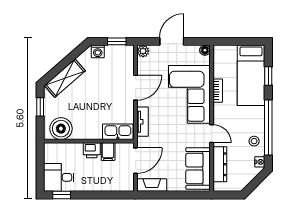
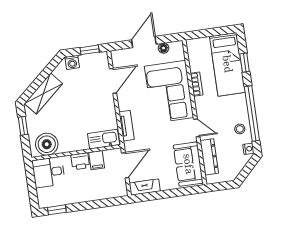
floor lamp: (205, 50) -> (164, 48), moved
plant: (143, 51) -> (117, 56), removed
door: (136, 88) -> (113, 81), moved
desk: (59, 177) -> (49, 172), moved

